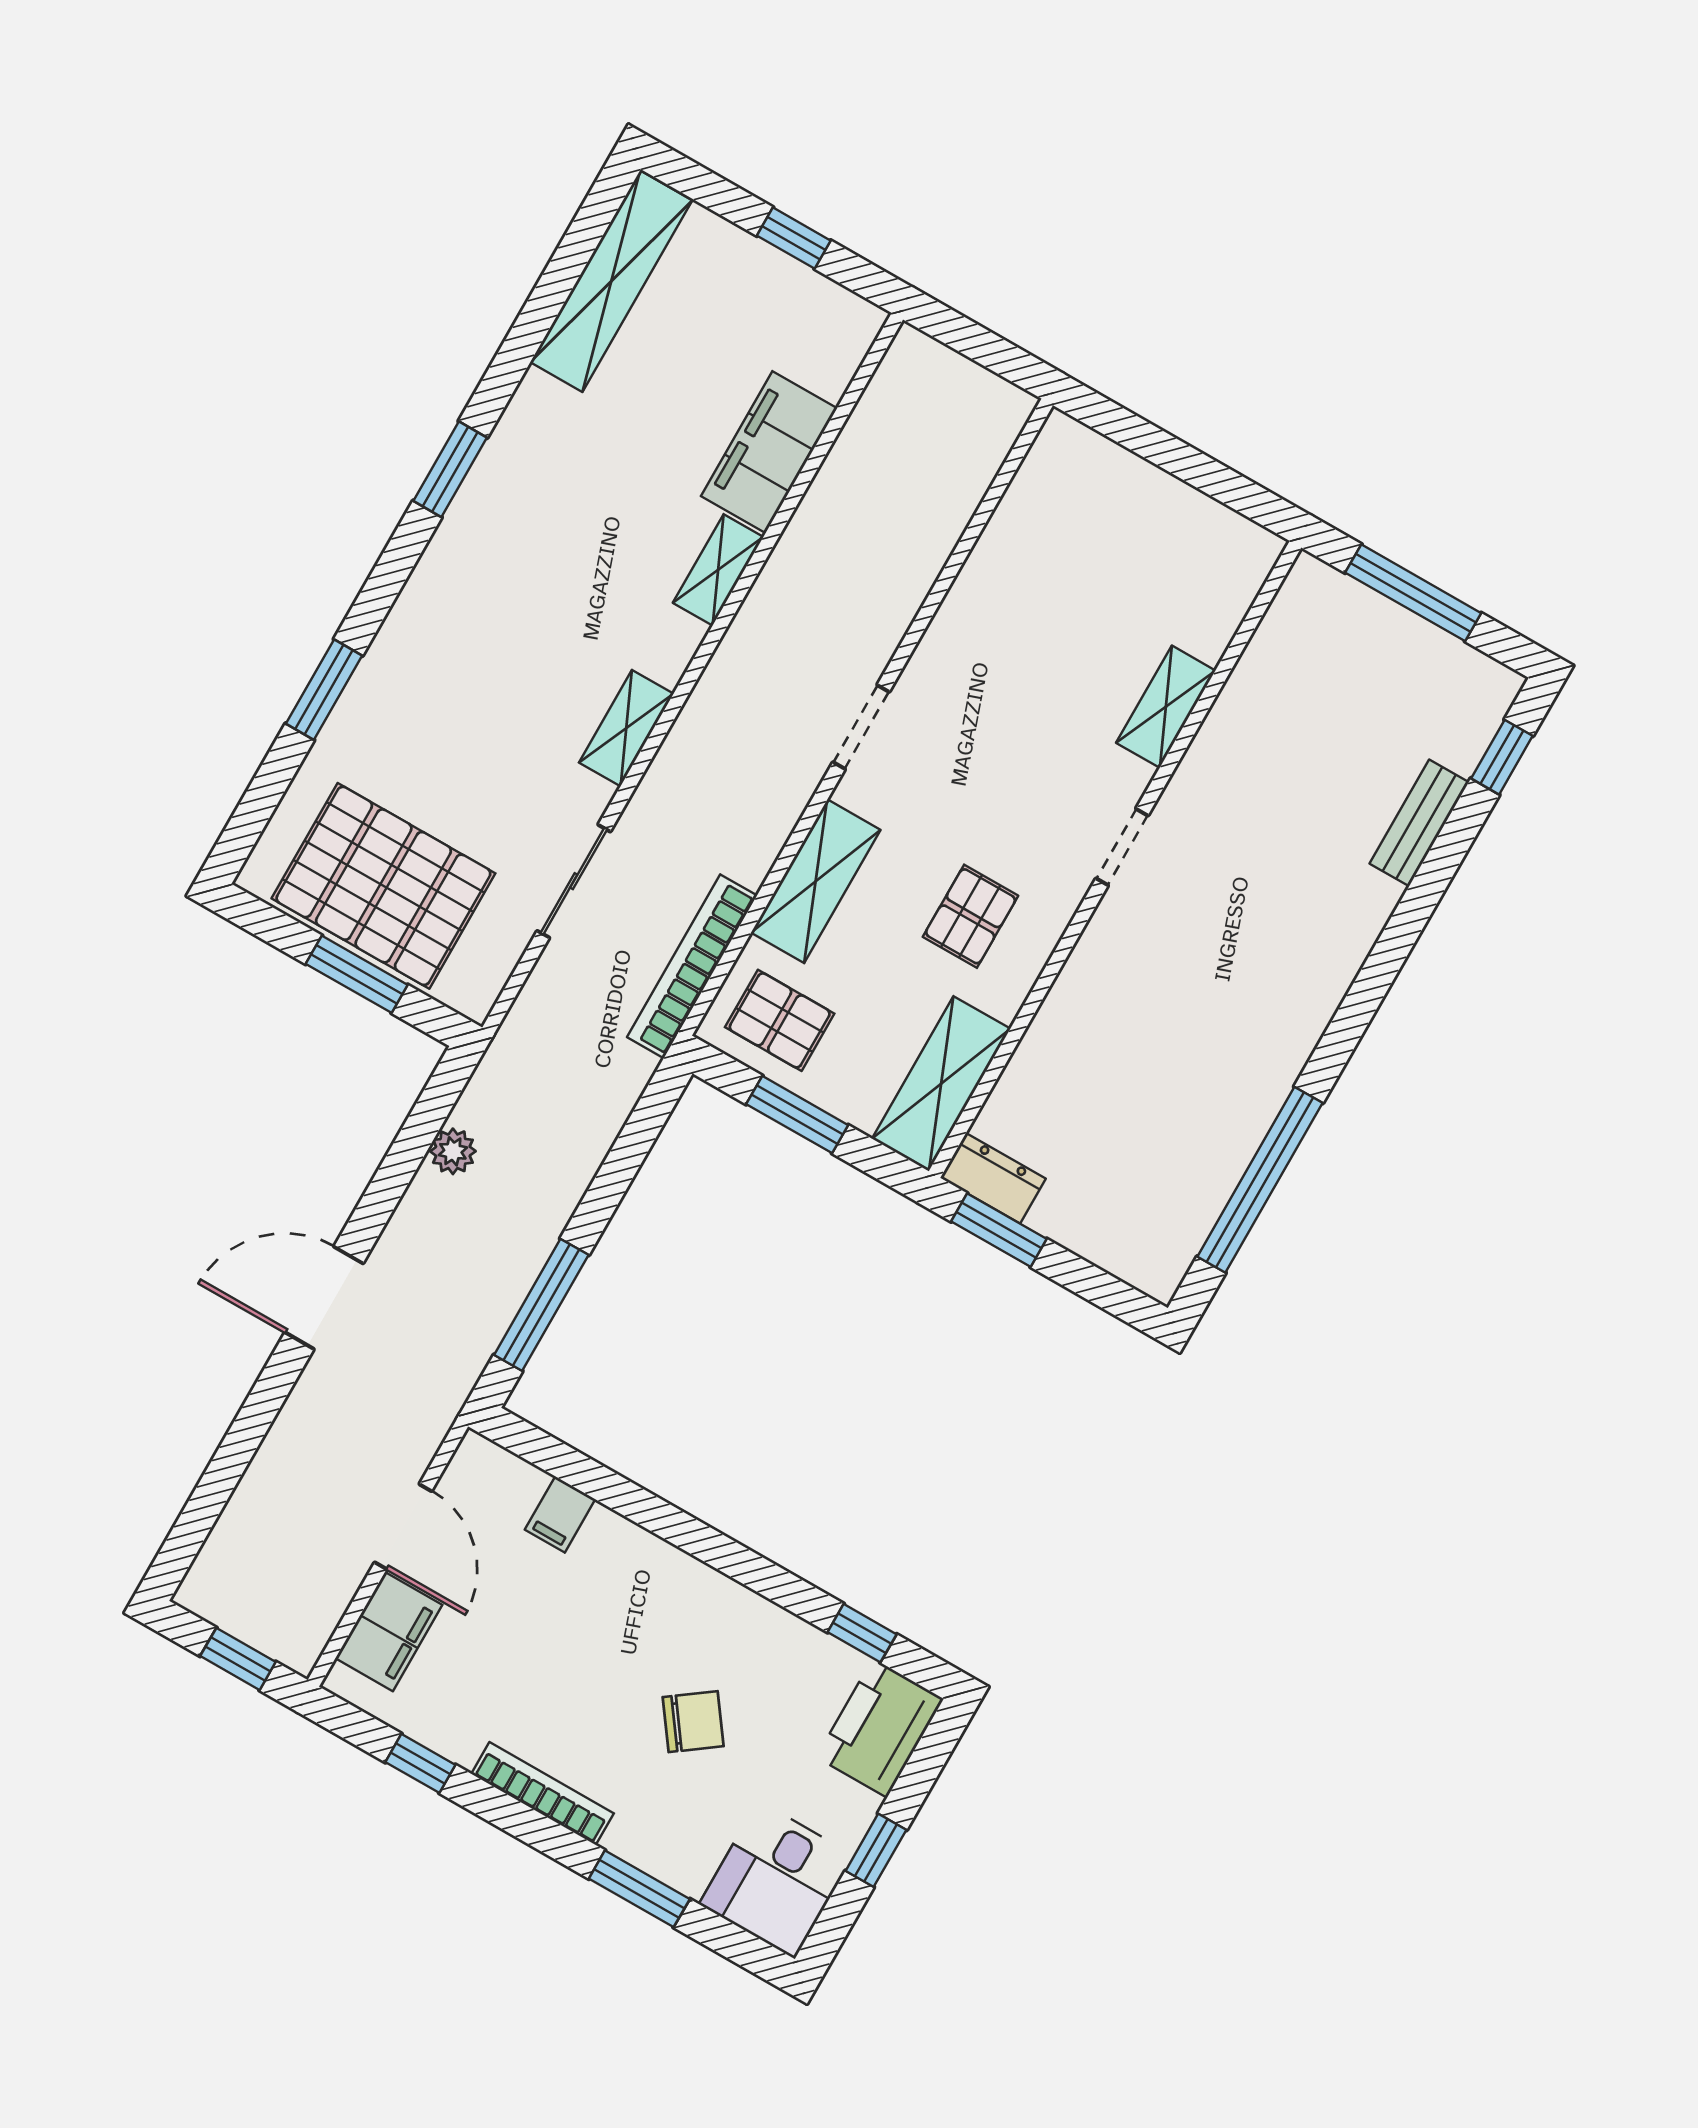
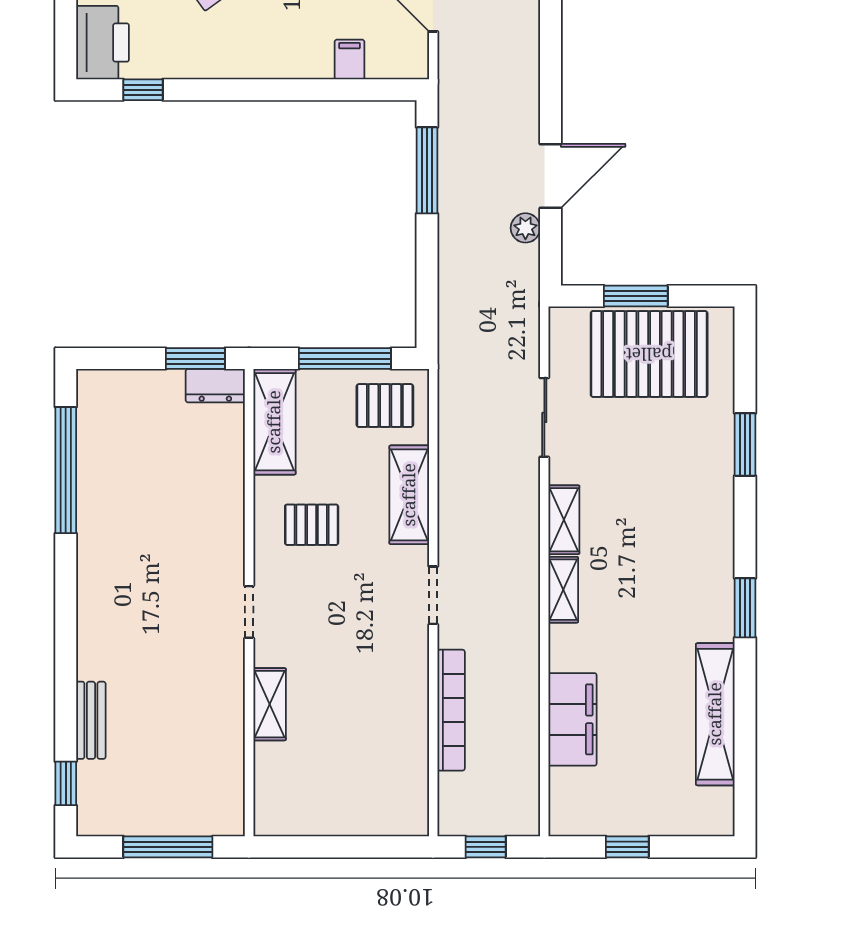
shelving: (611, 281) -> (715, 714), moved
window: (985, 347) -> (486, 847), added
shelving: (718, 570) -> (563, 590), moved
pallet: (971, 916) -> (312, 525), turned 90
bookcase: (692, 966) -> (451, 710), moved
window: (797, 1115) -> (345, 359), width x1.44
door: (324, 1298) -> (551, 176), moved

